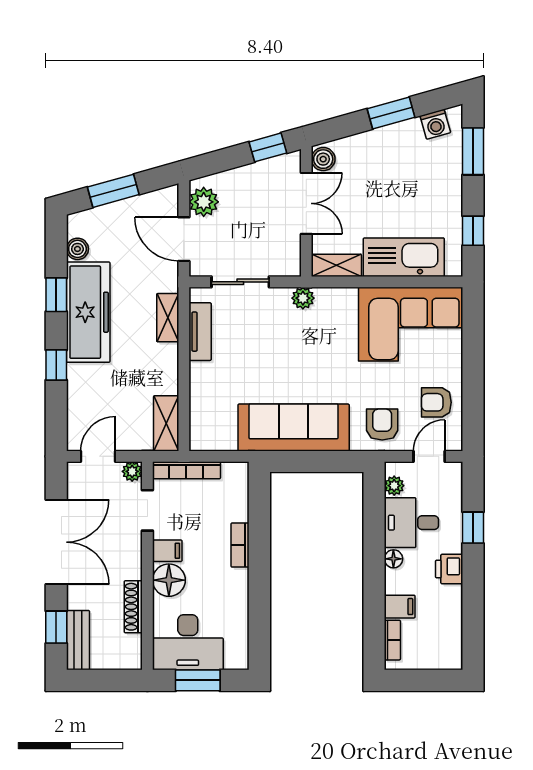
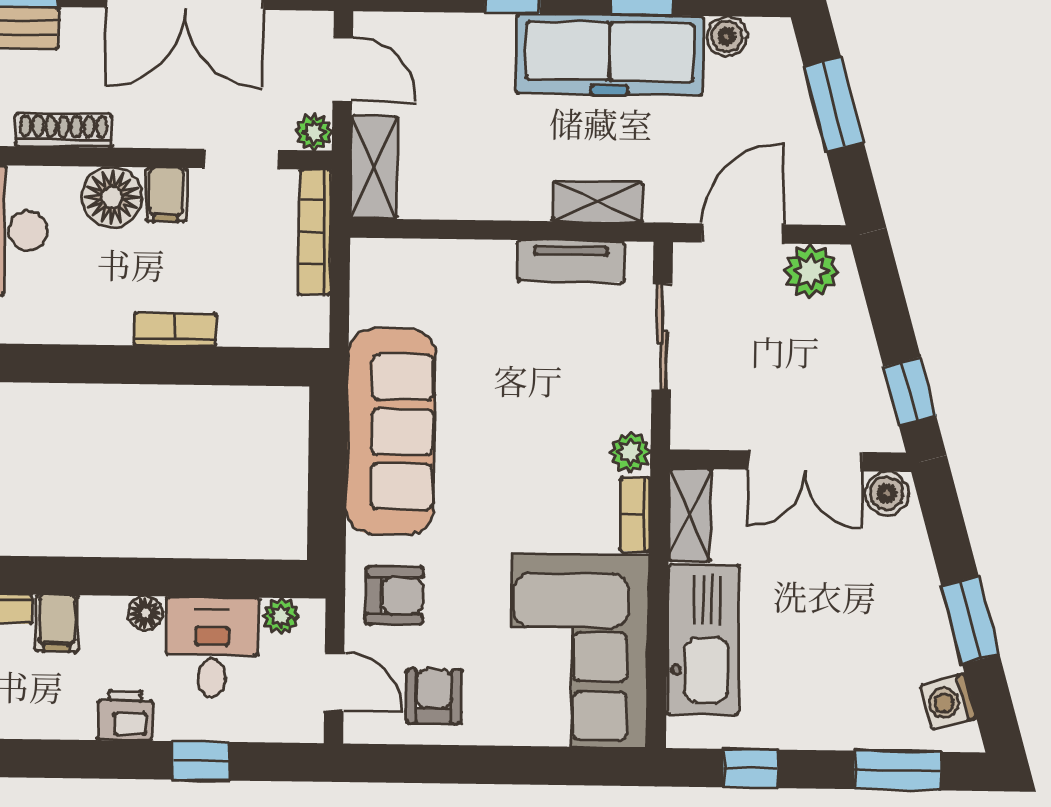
bookcase: (336, 295) -> (635, 514), added
shelving: (166, 423) -> (374, 167), moved, turned 90

